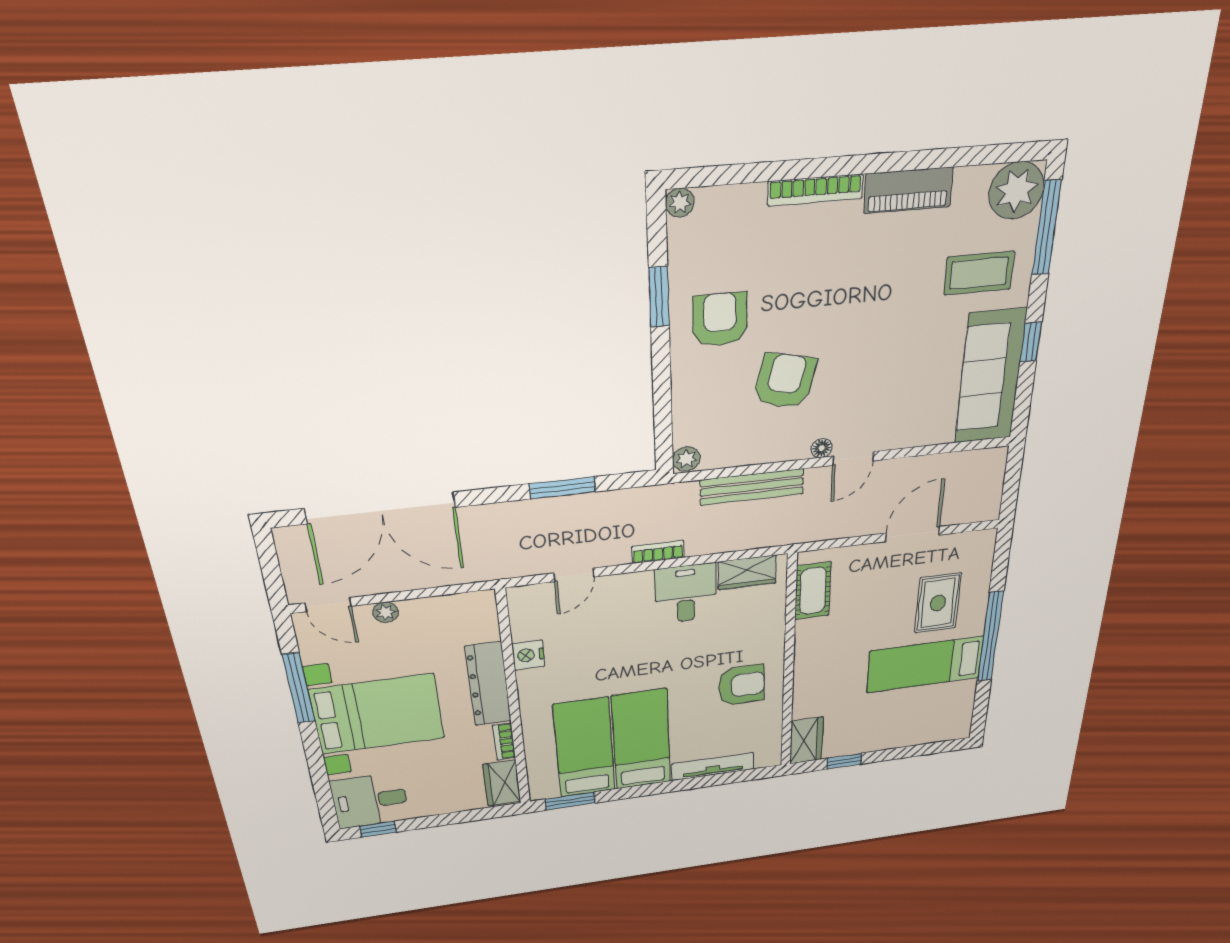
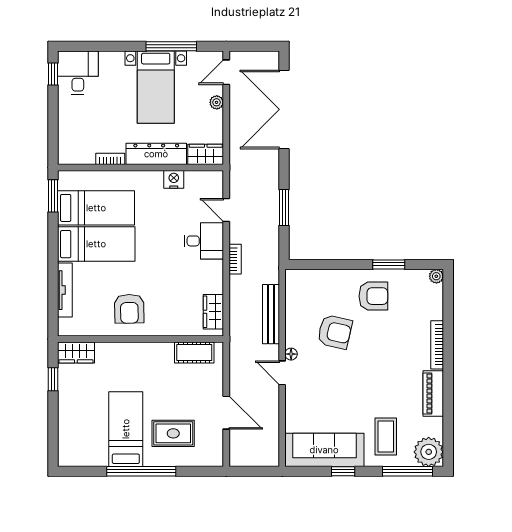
plant: (686, 459) -> (294, 277), removed
desk: (686, 594) -> (204, 241), moved
bed with nightstands: (377, 714) -> (156, 87), width x0.73
wardrobe: (502, 783) -> (206, 154), moved

